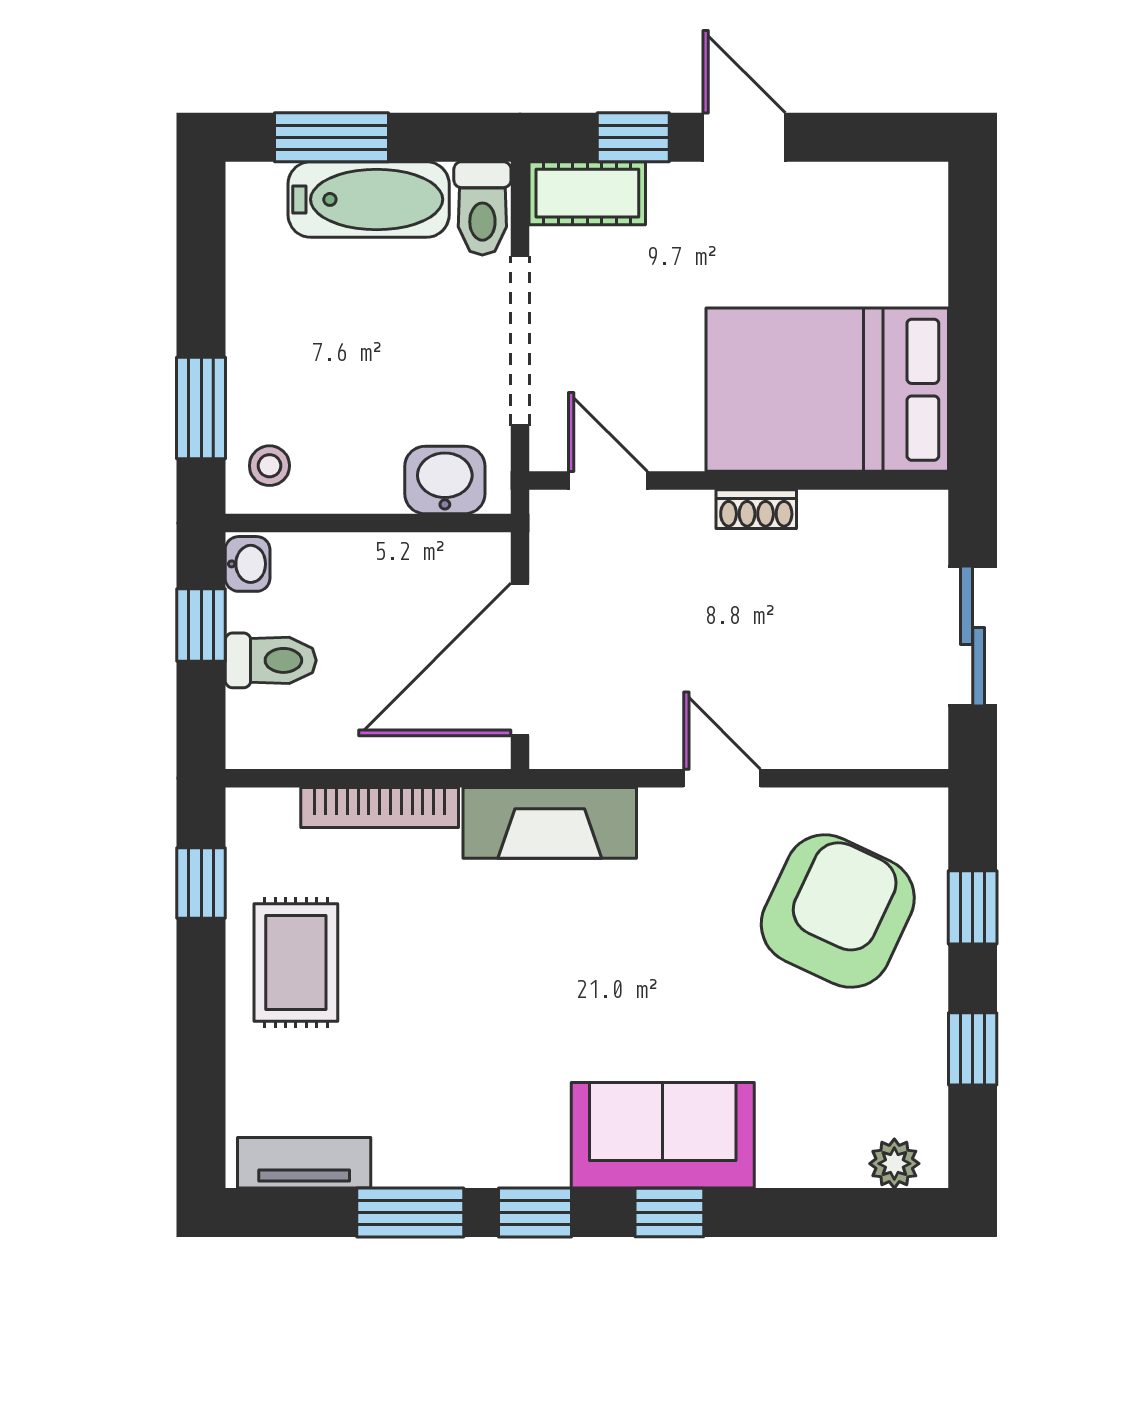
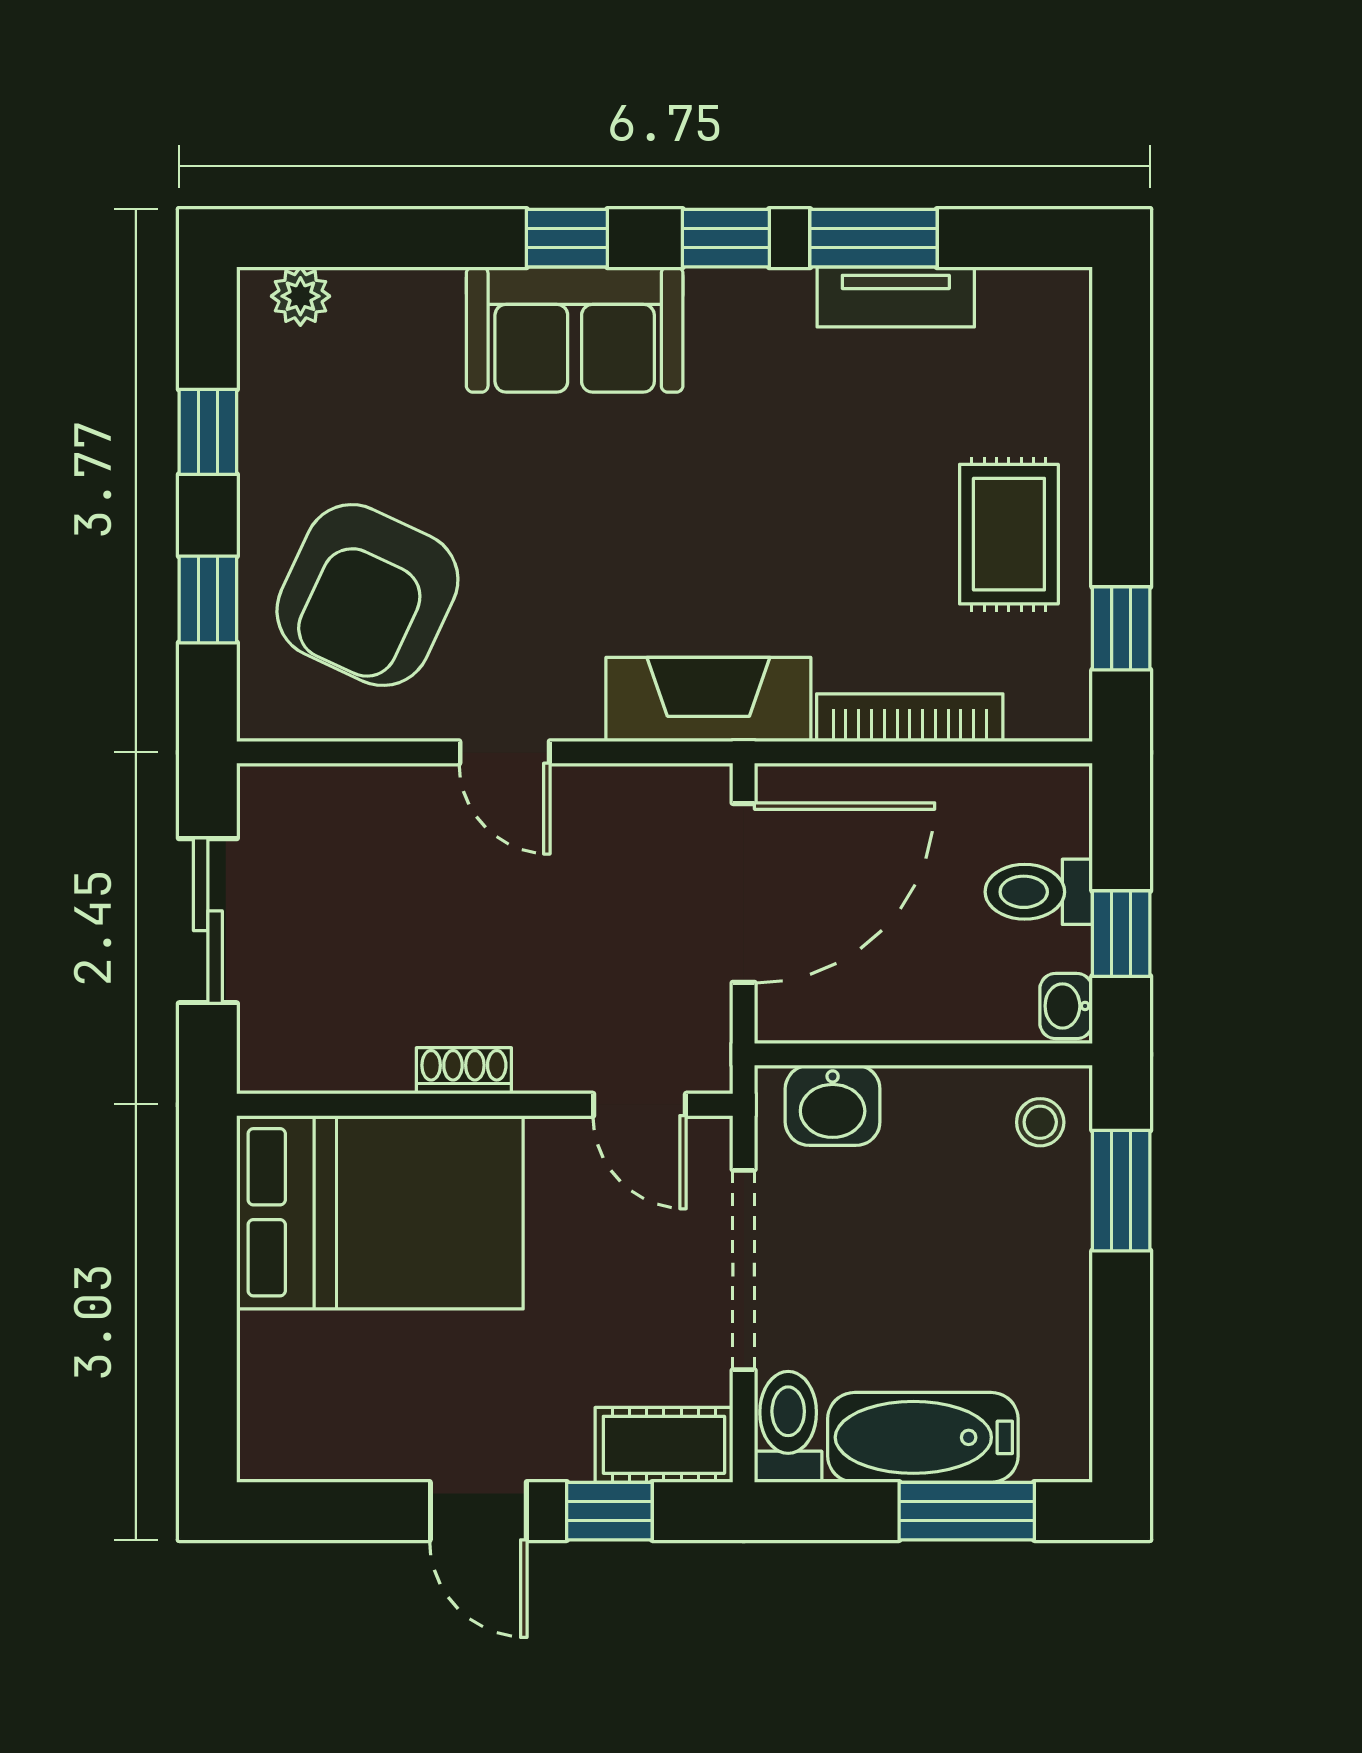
tv unit: (304, 1163) -> (896, 297), moved

